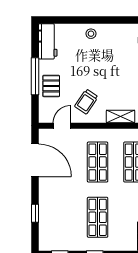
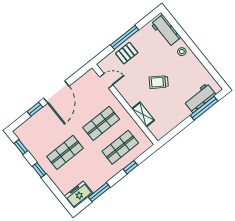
workbench: (48, 41) -> (166, 31), moved, turned 90
trolley: (86, 102) -> (159, 82), moved
door: (35, 160) -> (56, 92), moved

